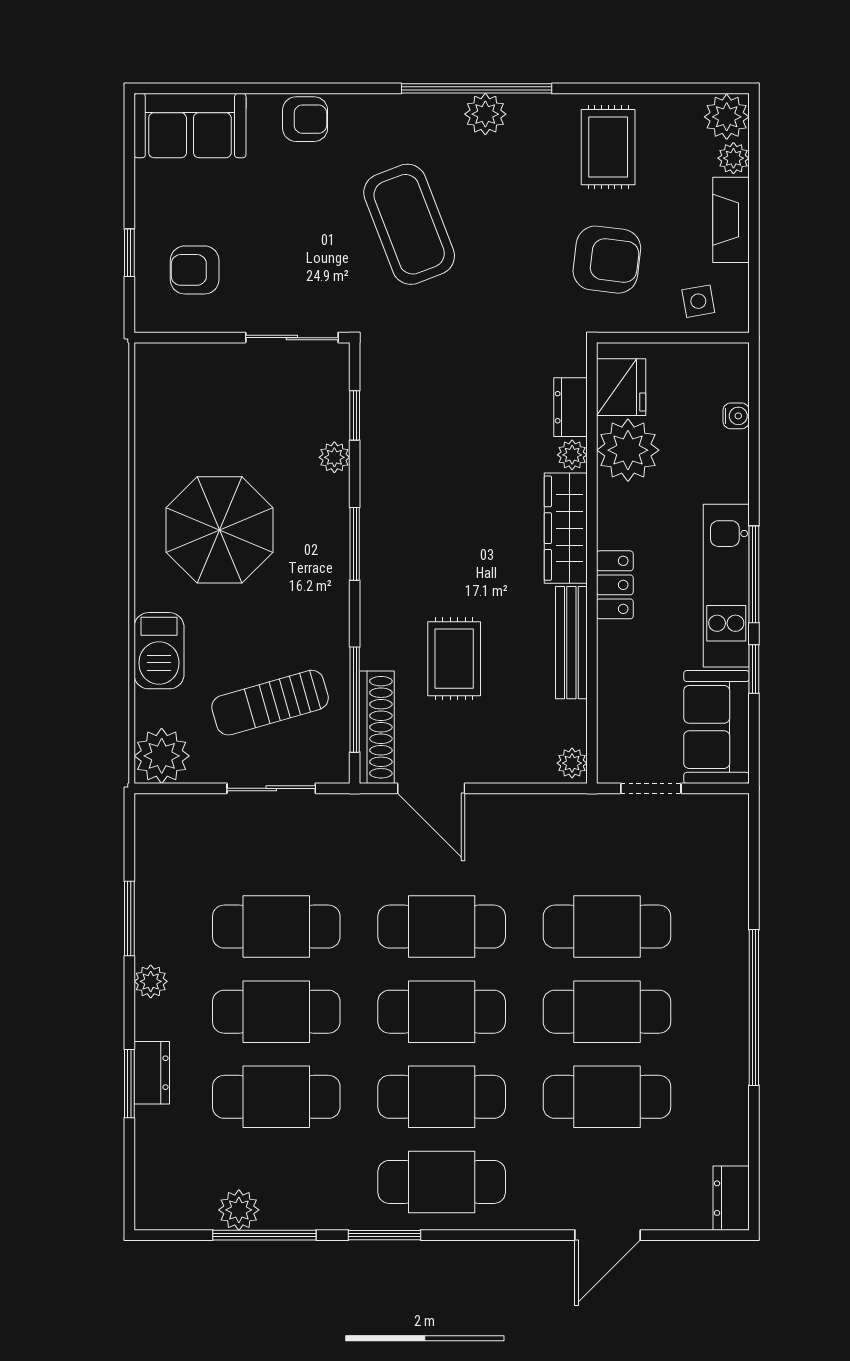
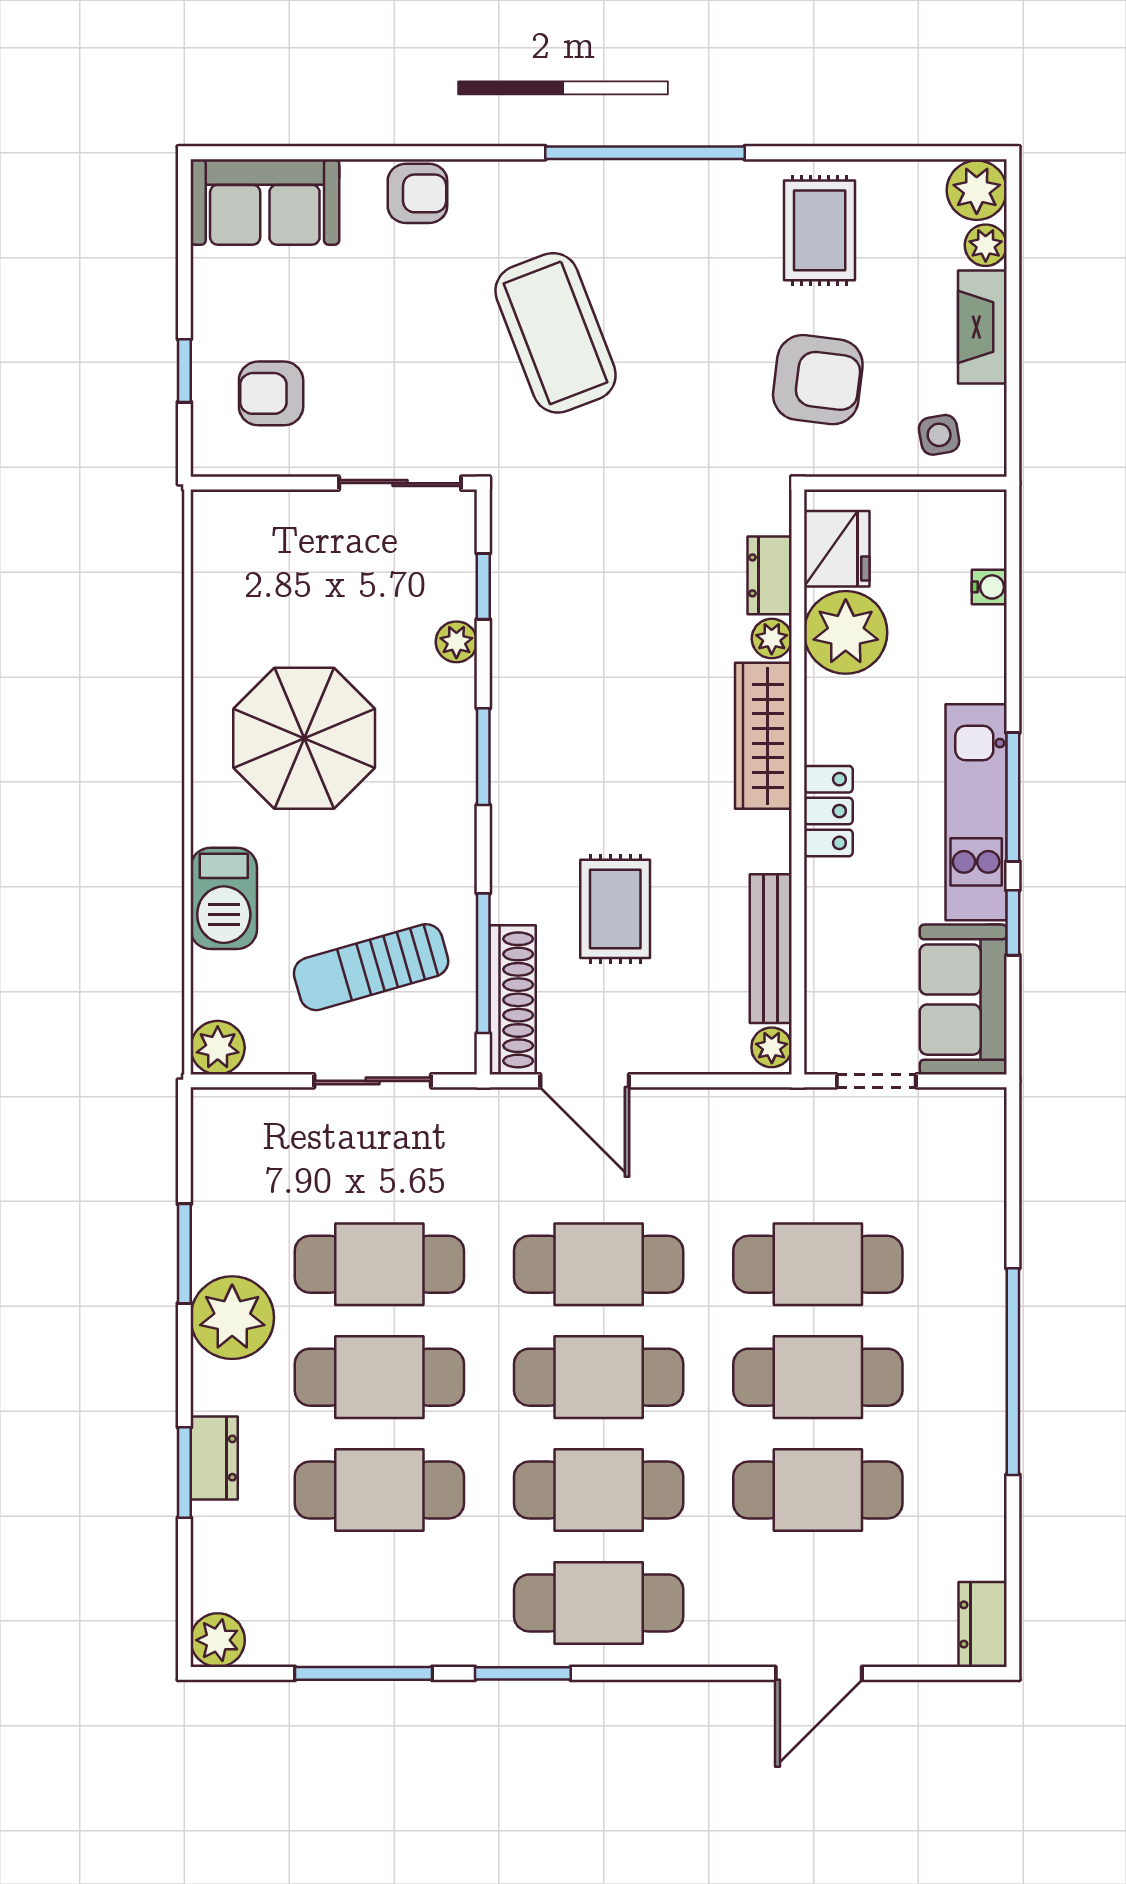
plant: (485, 114) -> (657, 187), removed
bench: (571, 643) -> (771, 949), moved
plant: (162, 756) -> (218, 1048), width x0.73, depth x0.73
plant: (151, 981) -> (232, 1318), width x1.88, depth x1.88
plant: (239, 1210) -> (218, 1640), moved

